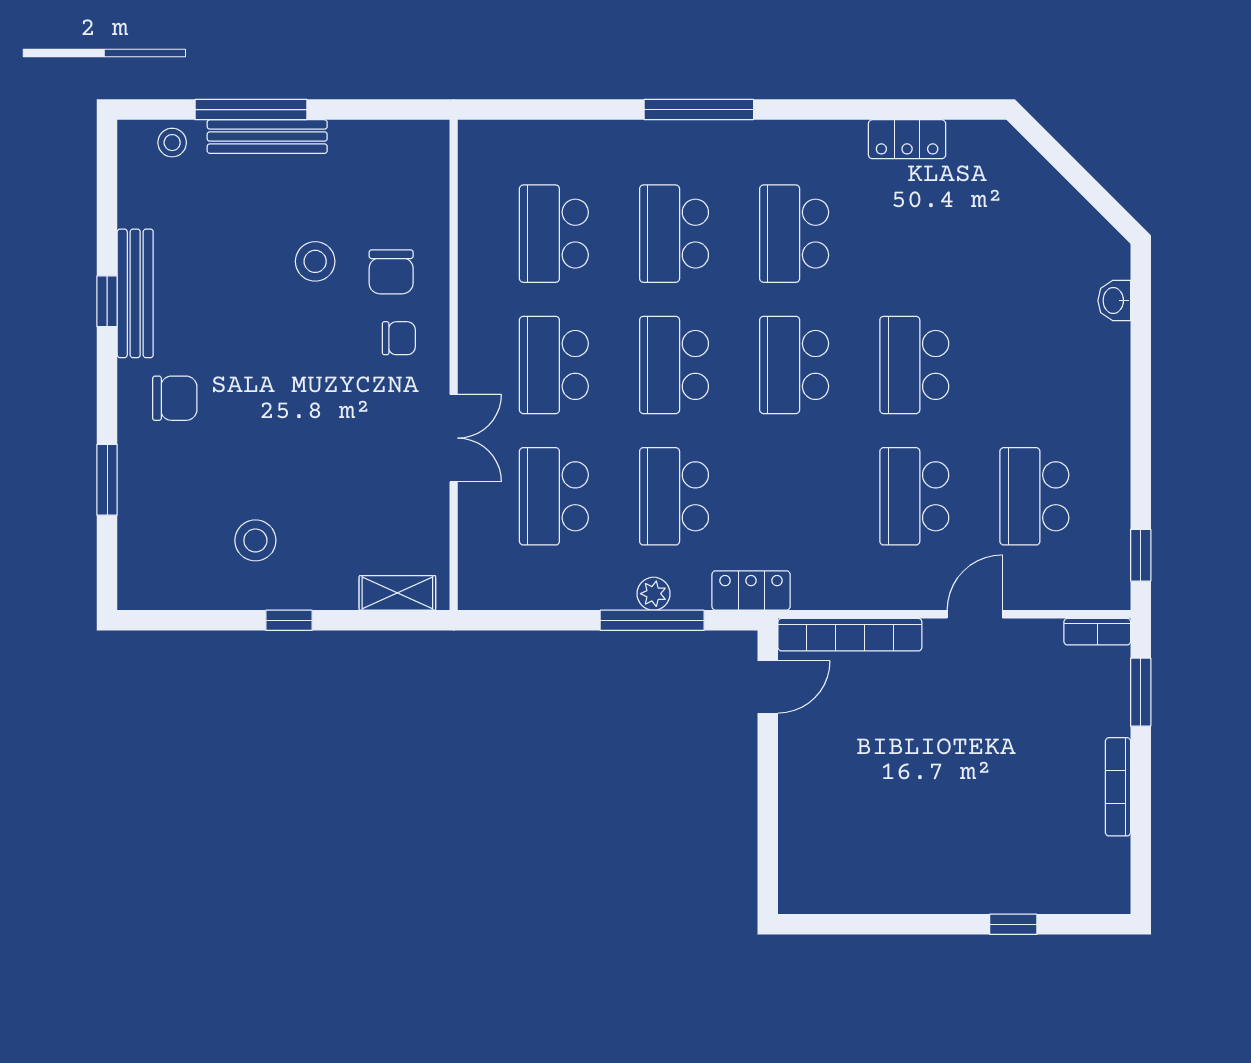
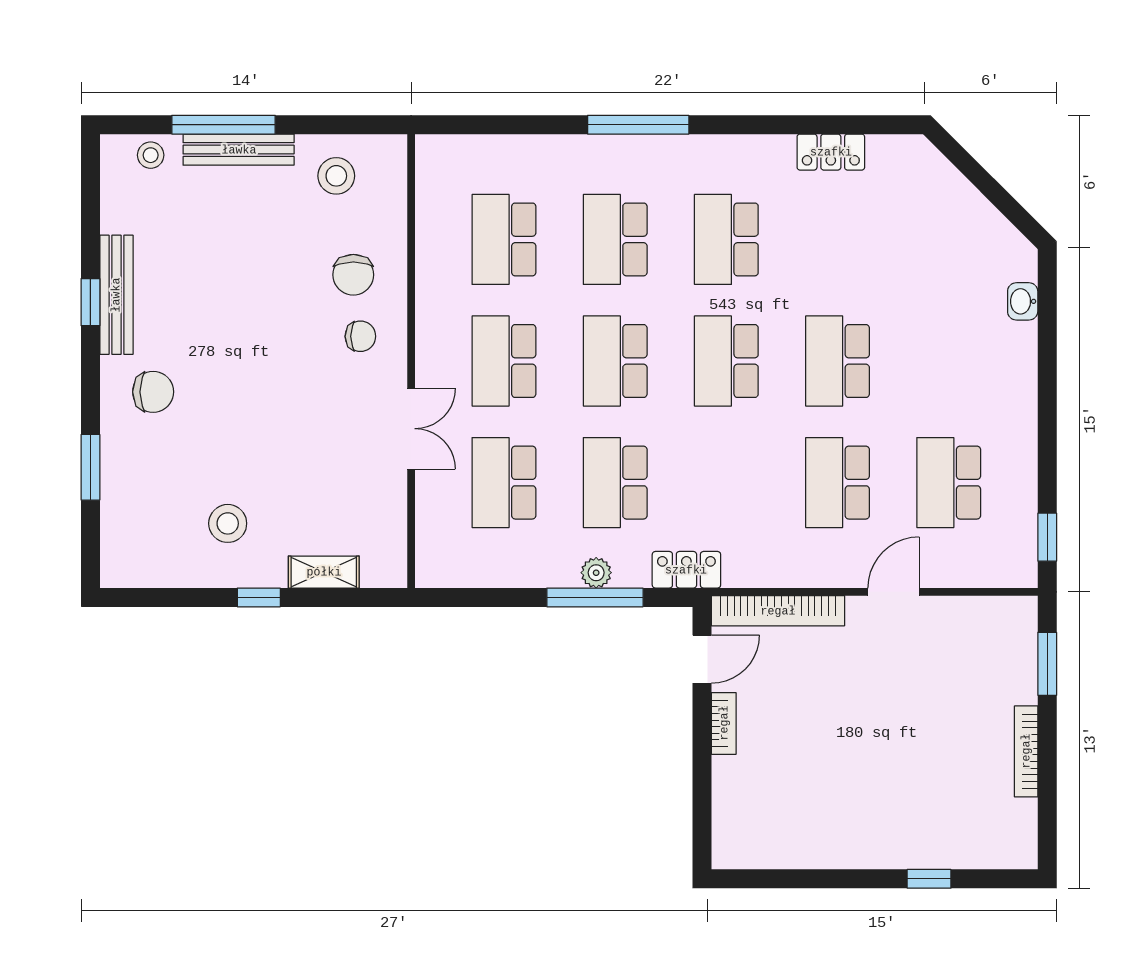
stool: (315, 261) -> (336, 176), moved
shelving: (397, 593) -> (324, 572), moved
bookcase: (1097, 632) -> (724, 723), moved, turned -90

